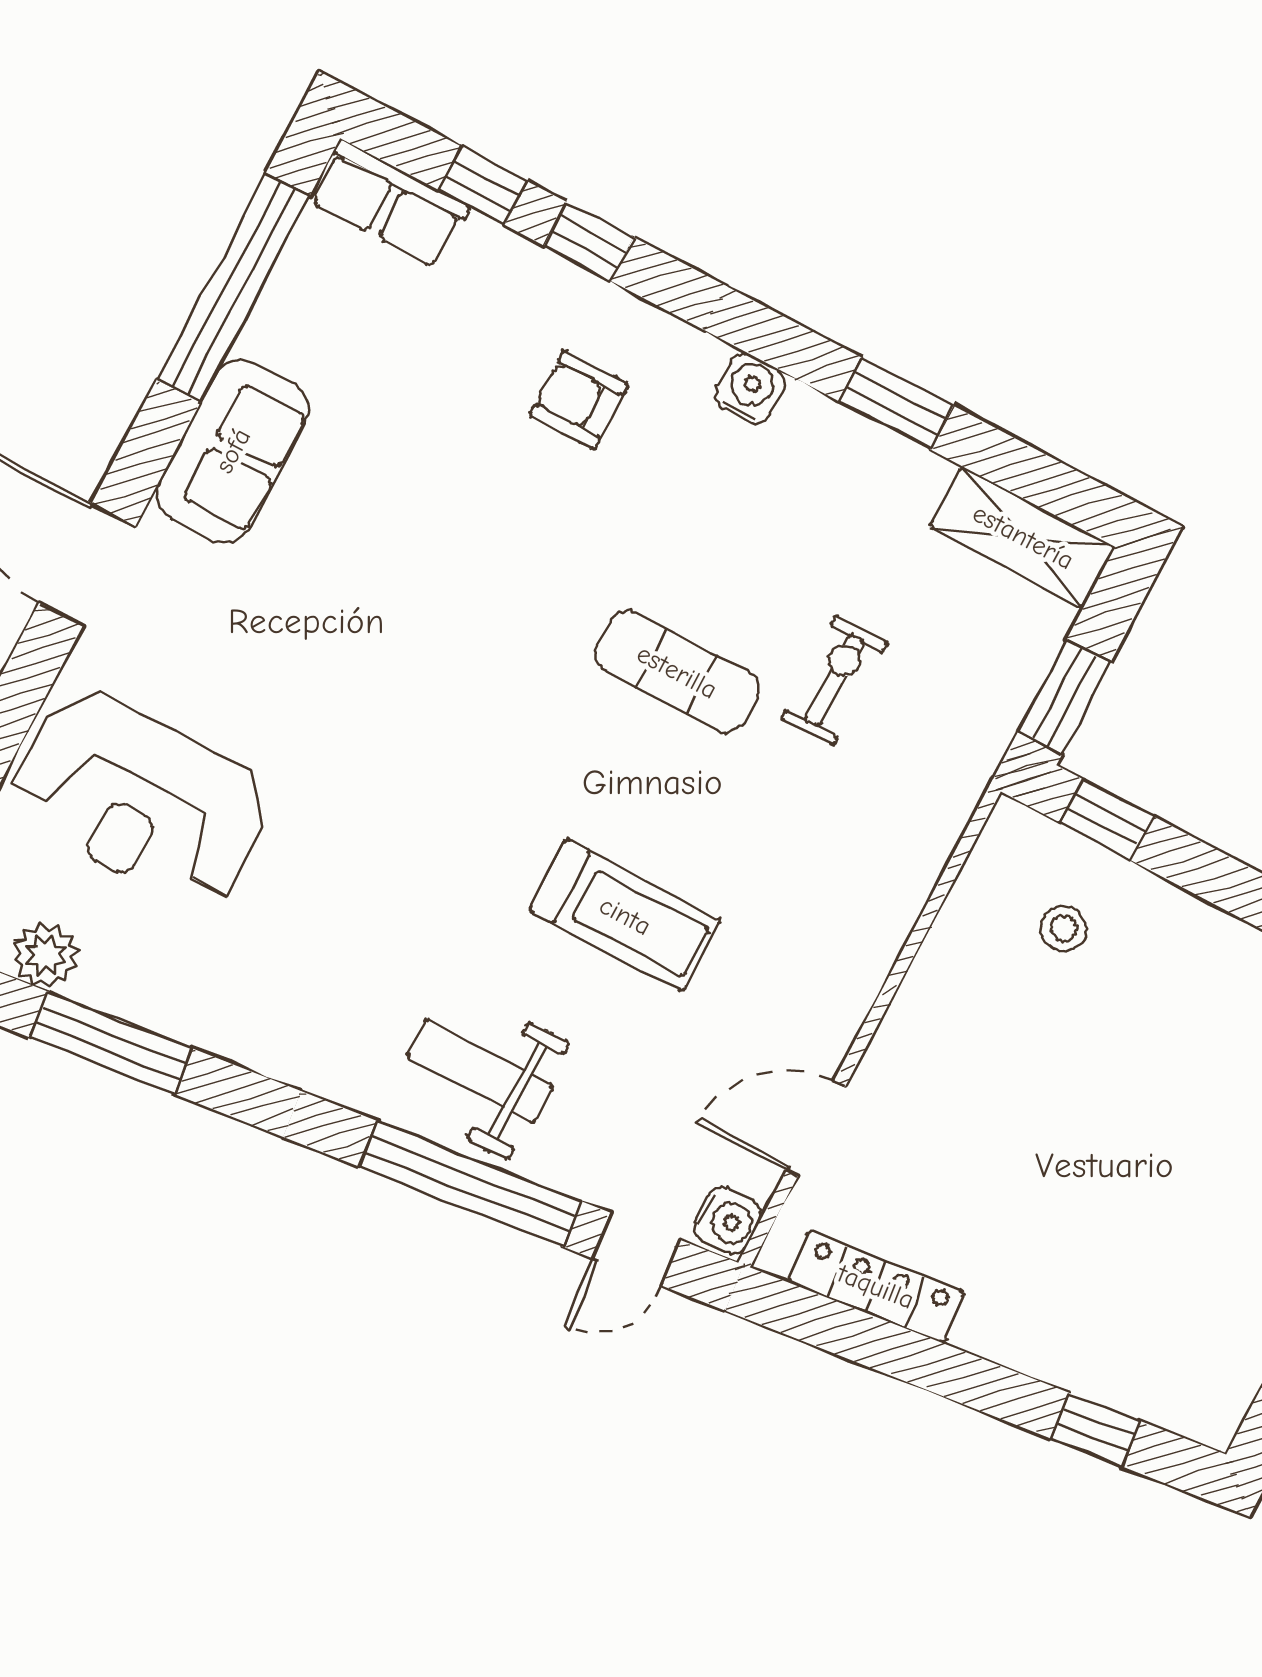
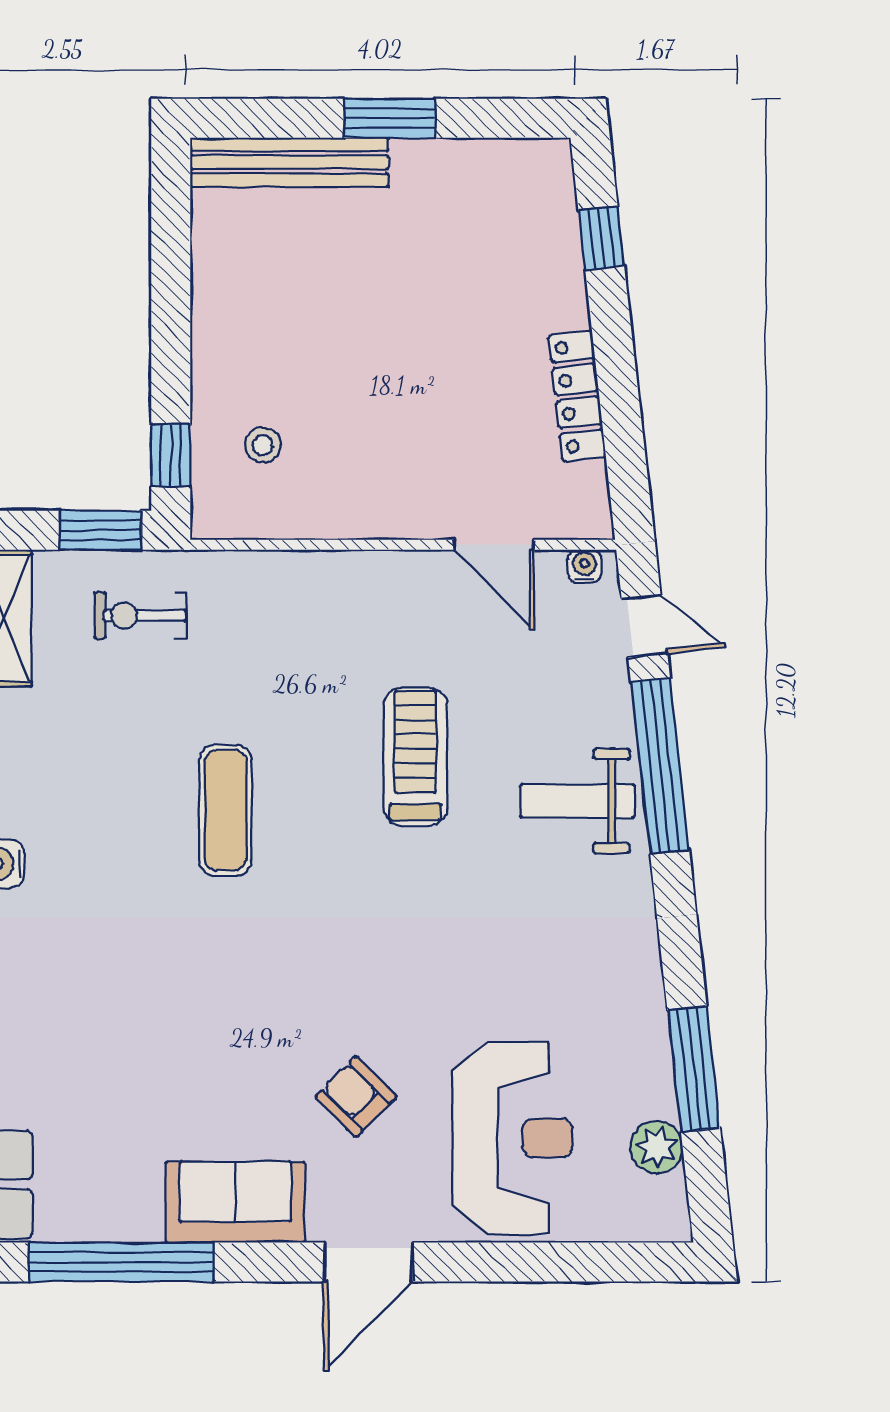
armchair: (579, 400) -> (356, 1097), moved, turned 135
exercise bike: (834, 680) -> (141, 615), moved
weight bench: (480, 1071) -> (577, 801), turned 90
water cooler: (728, 1221) -> (584, 566), width x0.72, depth x0.72
locker: (876, 1287) -> (577, 396), moved

